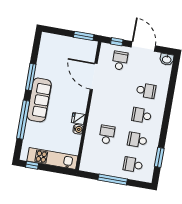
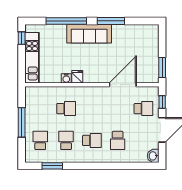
school desk: (142, 115) -> (92, 140), turned 90

